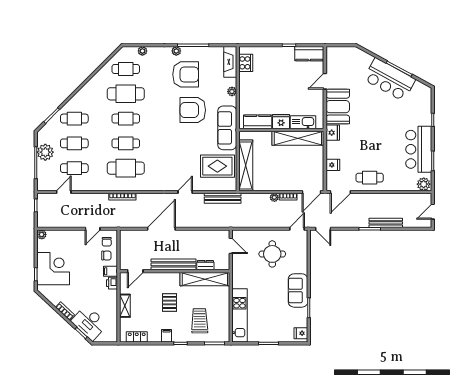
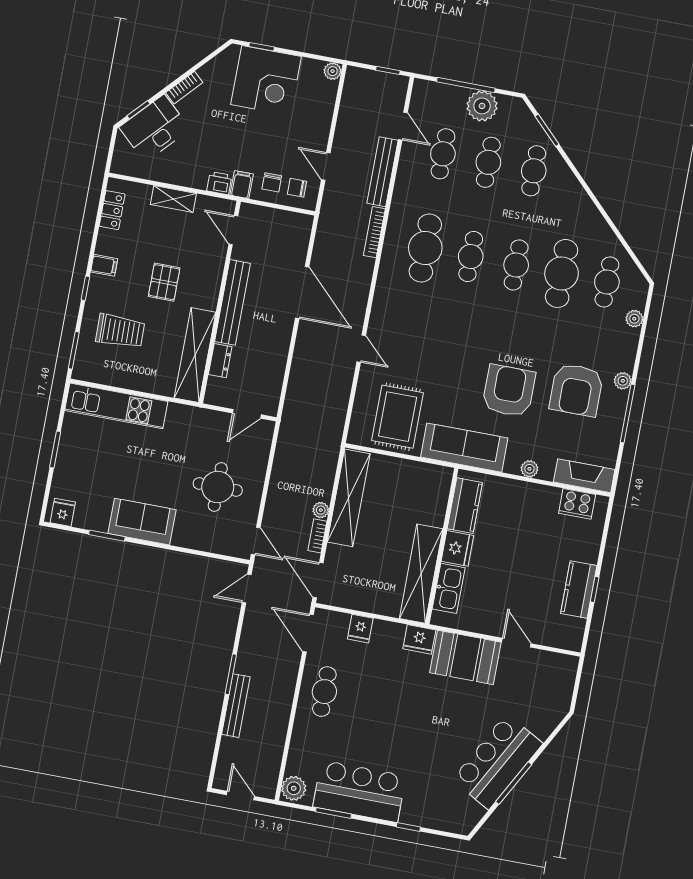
kitchen counter: (309, 54) -> (579, 589), moved
shelving: (246, 165) -> (349, 498), moved, turned 90
bench: (223, 198) -> (382, 172), moved
pallet: (170, 302) -> (164, 282), turned 90

